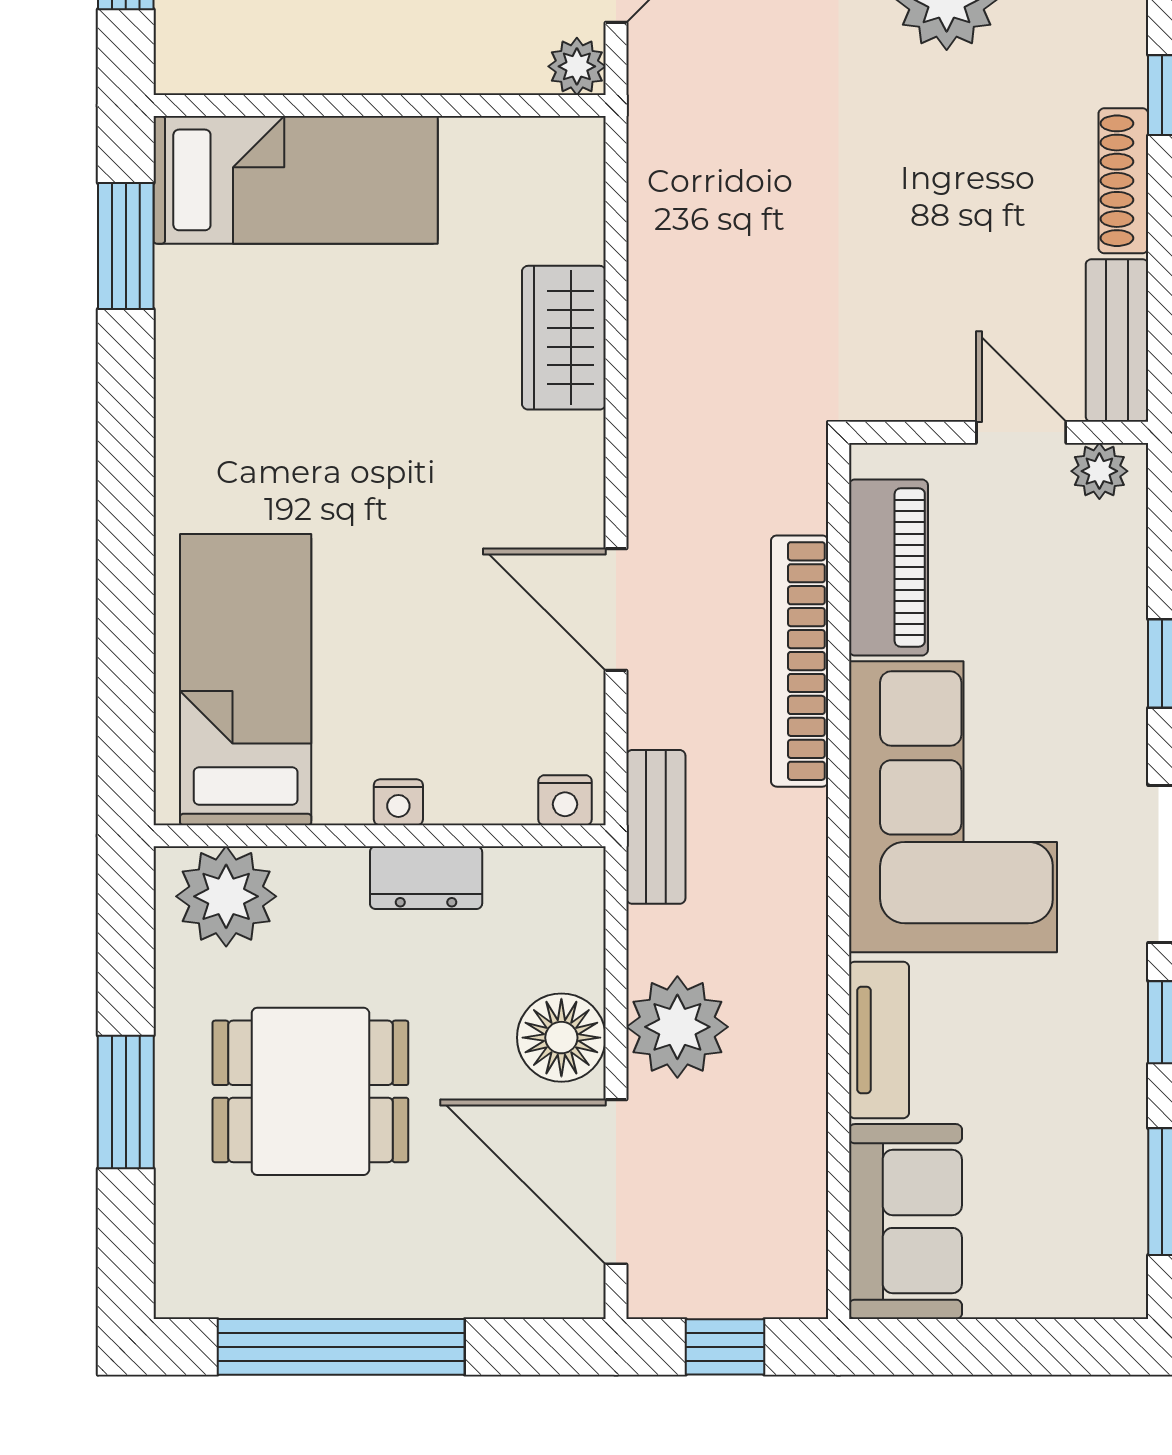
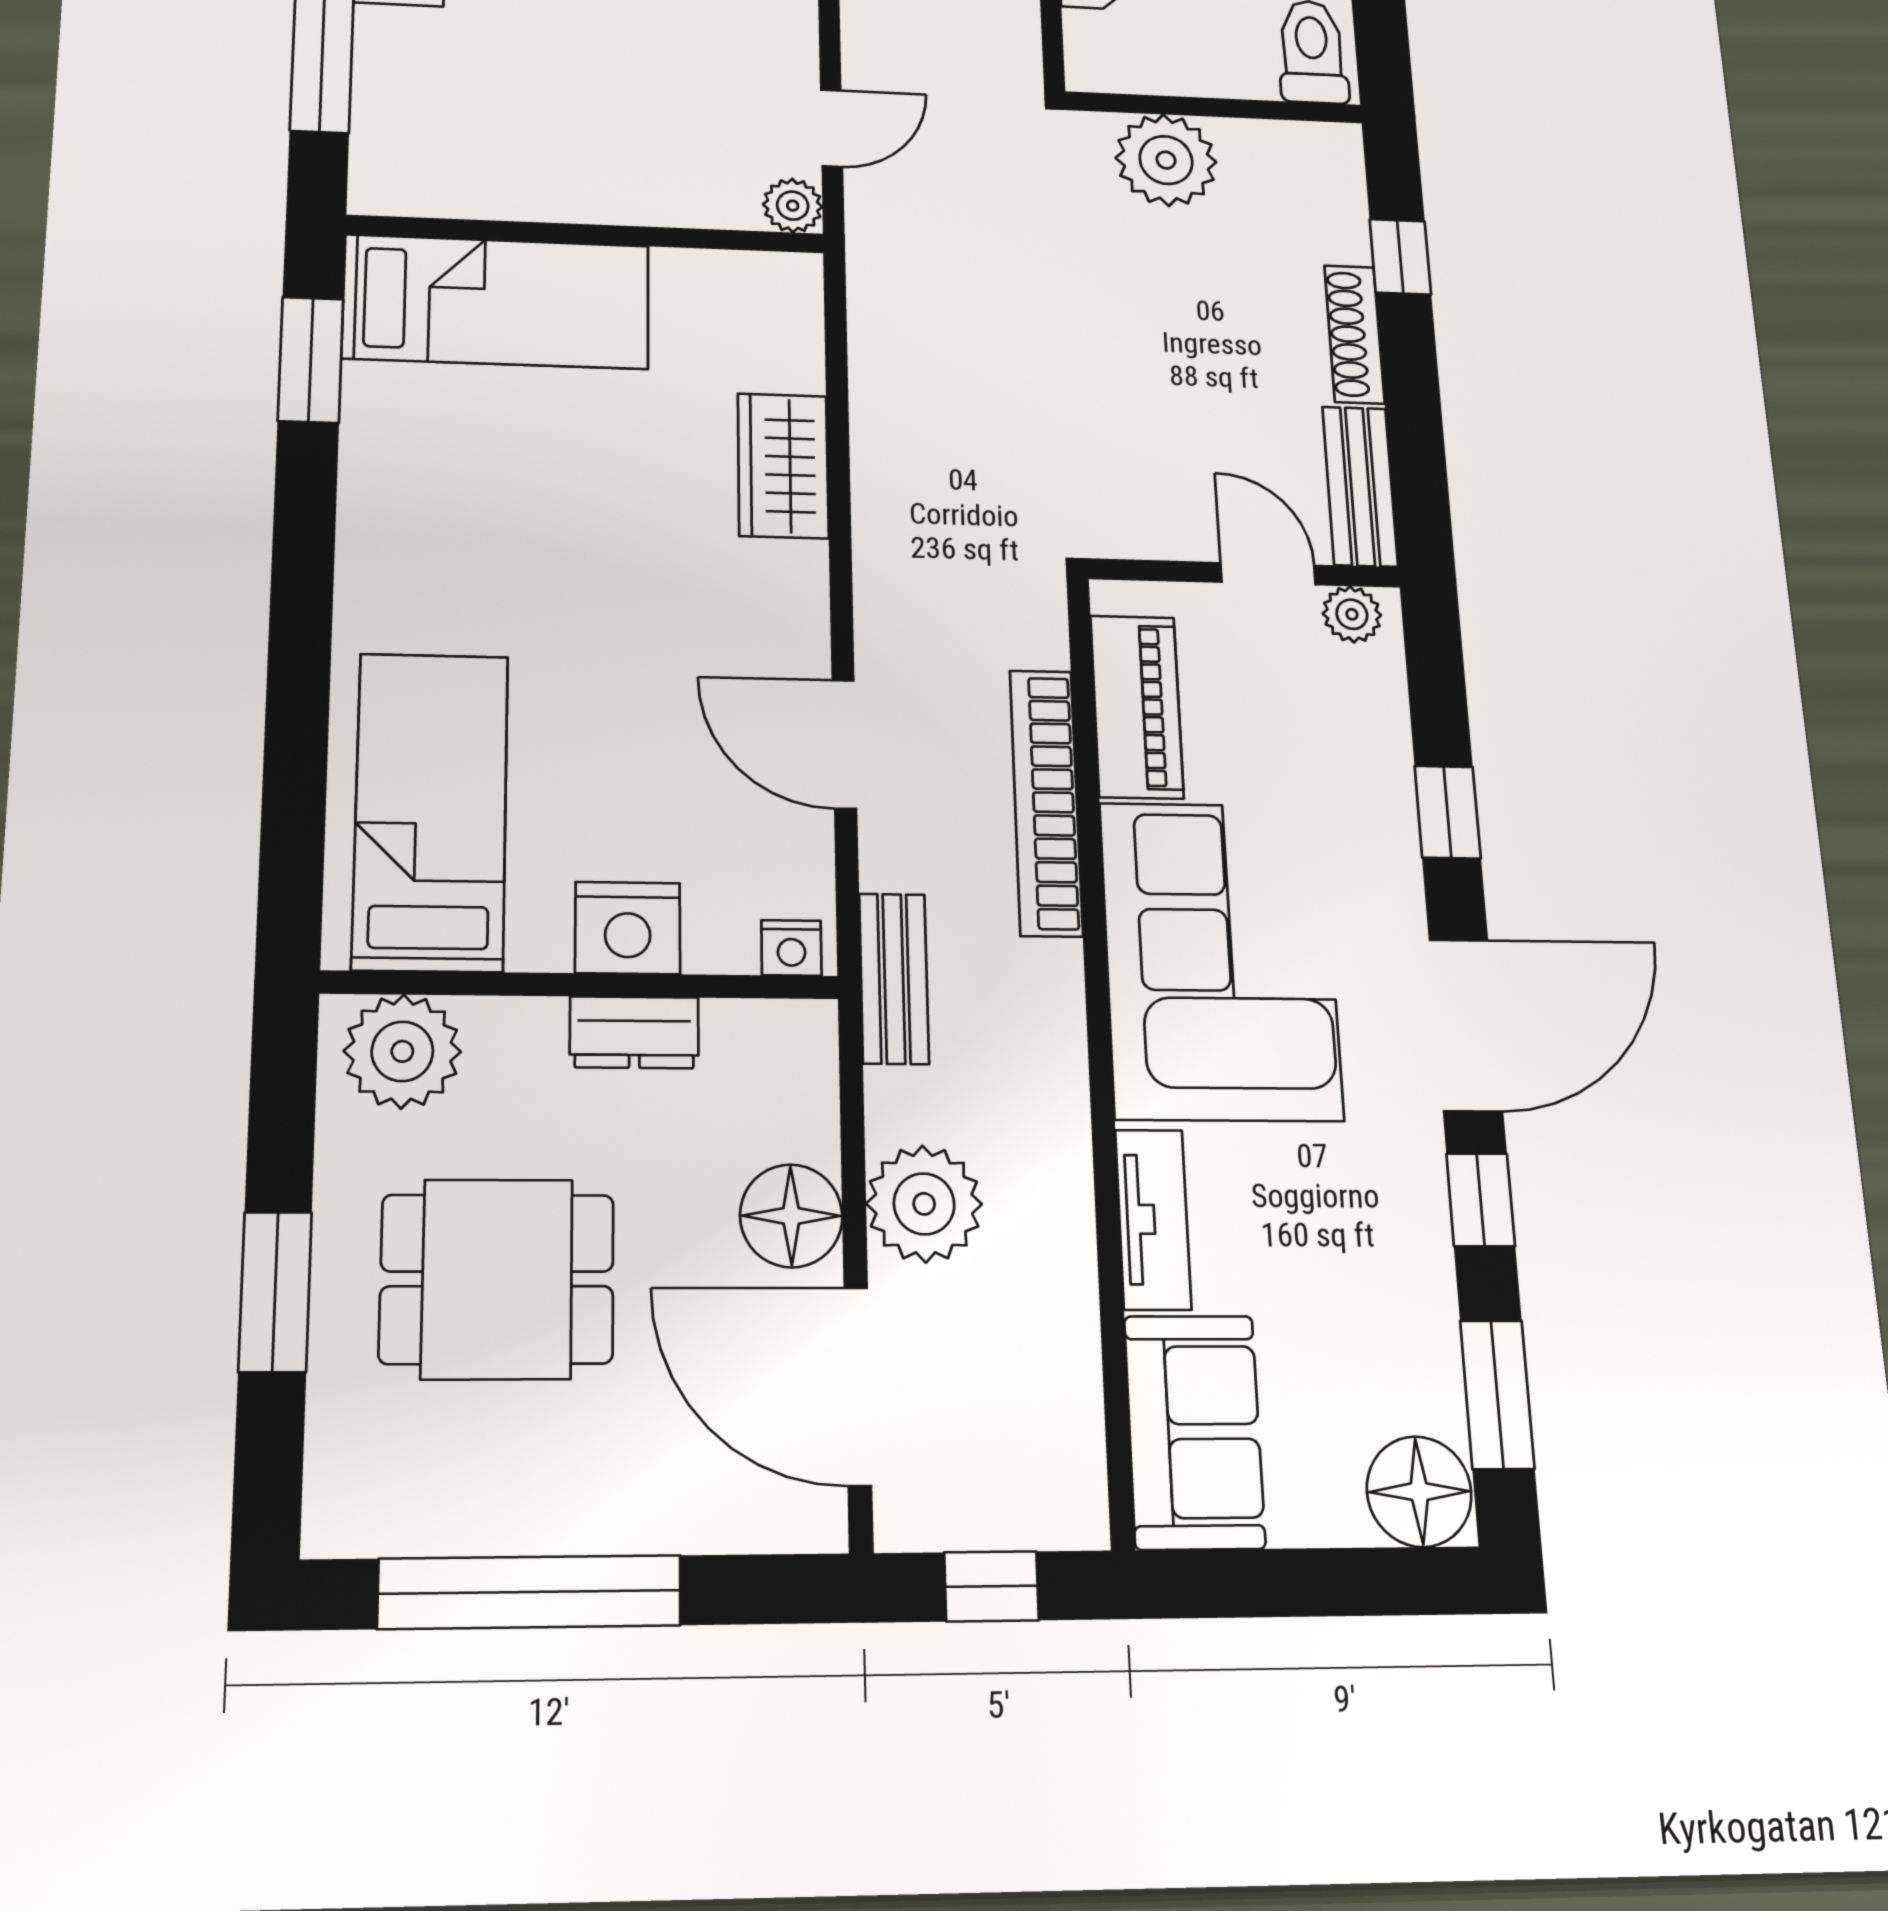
nightstand: (398, 802) -> (628, 928), width x1.89, depth x1.79
floor lamp: (1099, 1273) -> (1419, 1492), added

